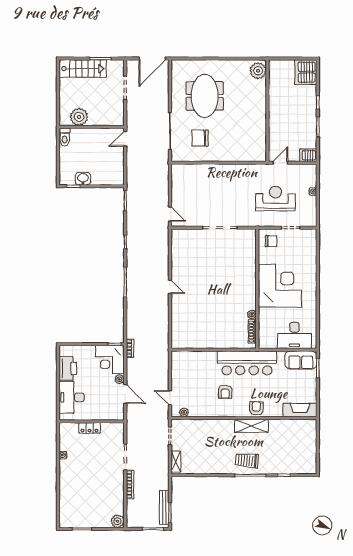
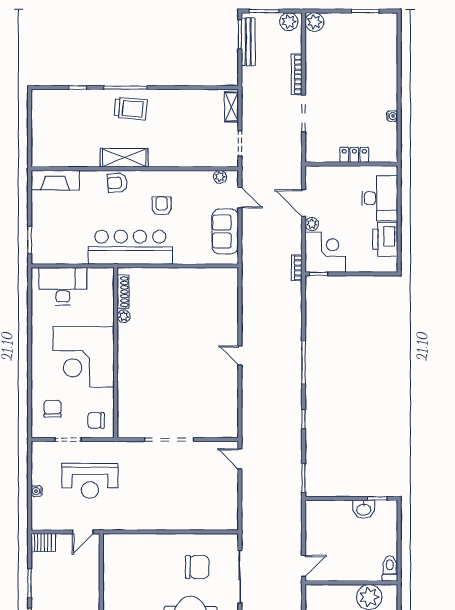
chair: (302, 249) -> (53, 409), added
sofa: (301, 360) -> (225, 231), moved, turned -90
armchair: (256, 408) -> (117, 183), turned 83
plant: (136, 521) -> (289, 22), added

